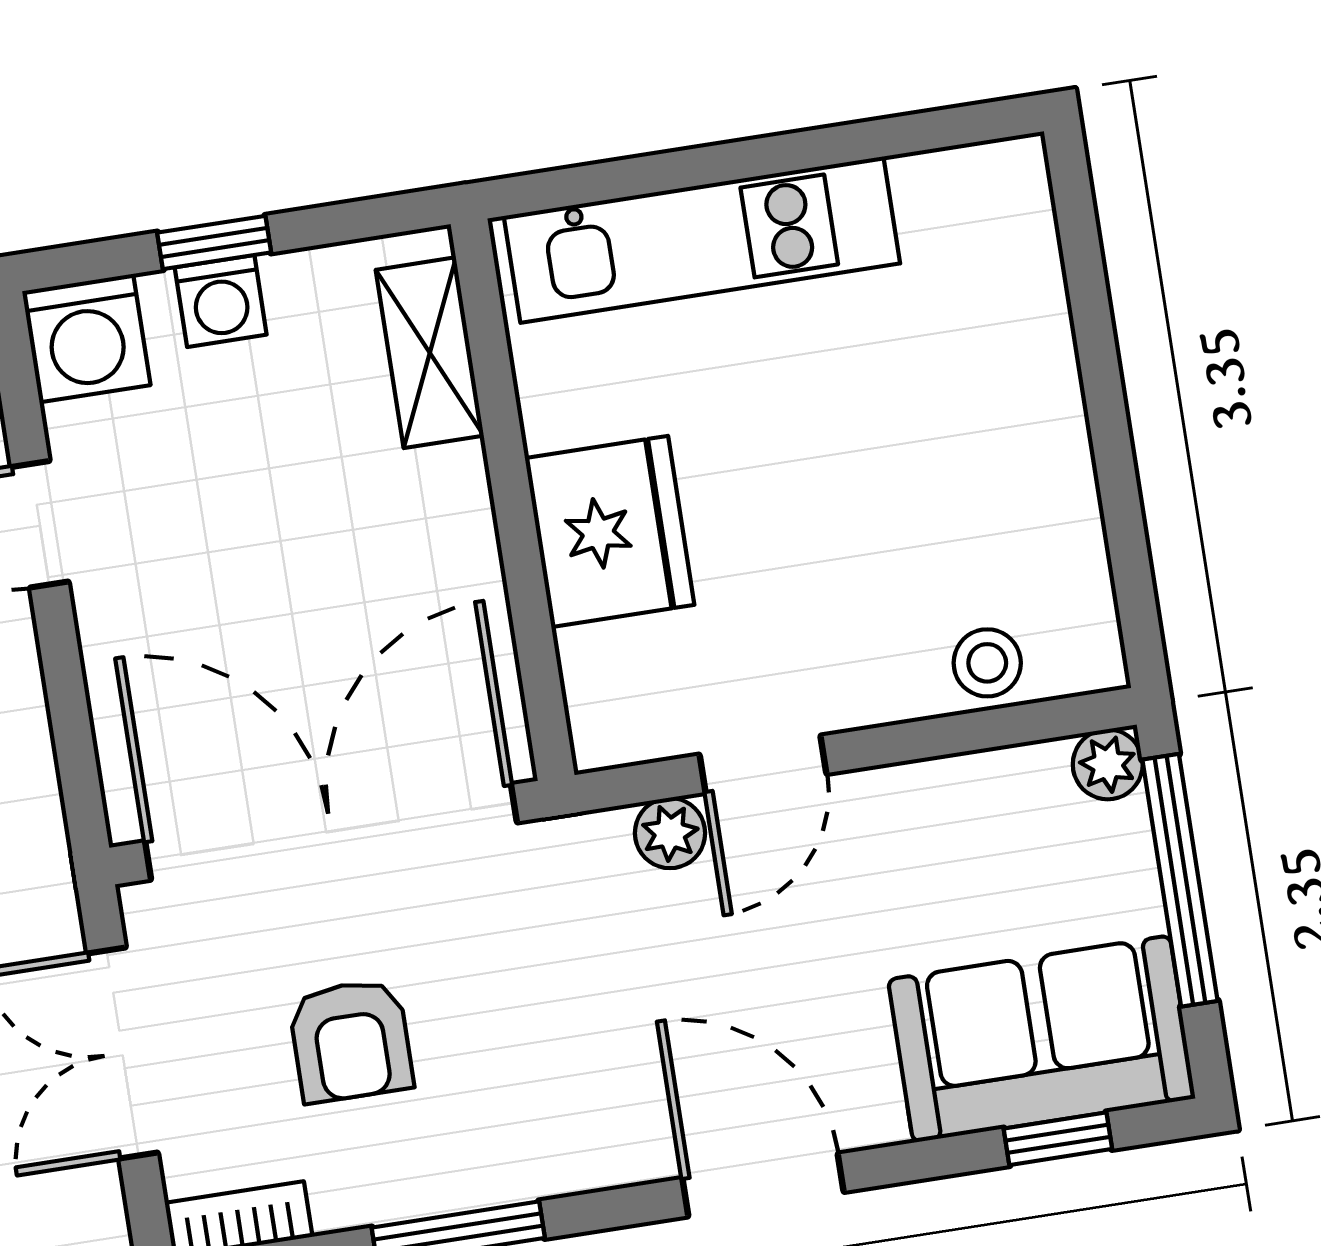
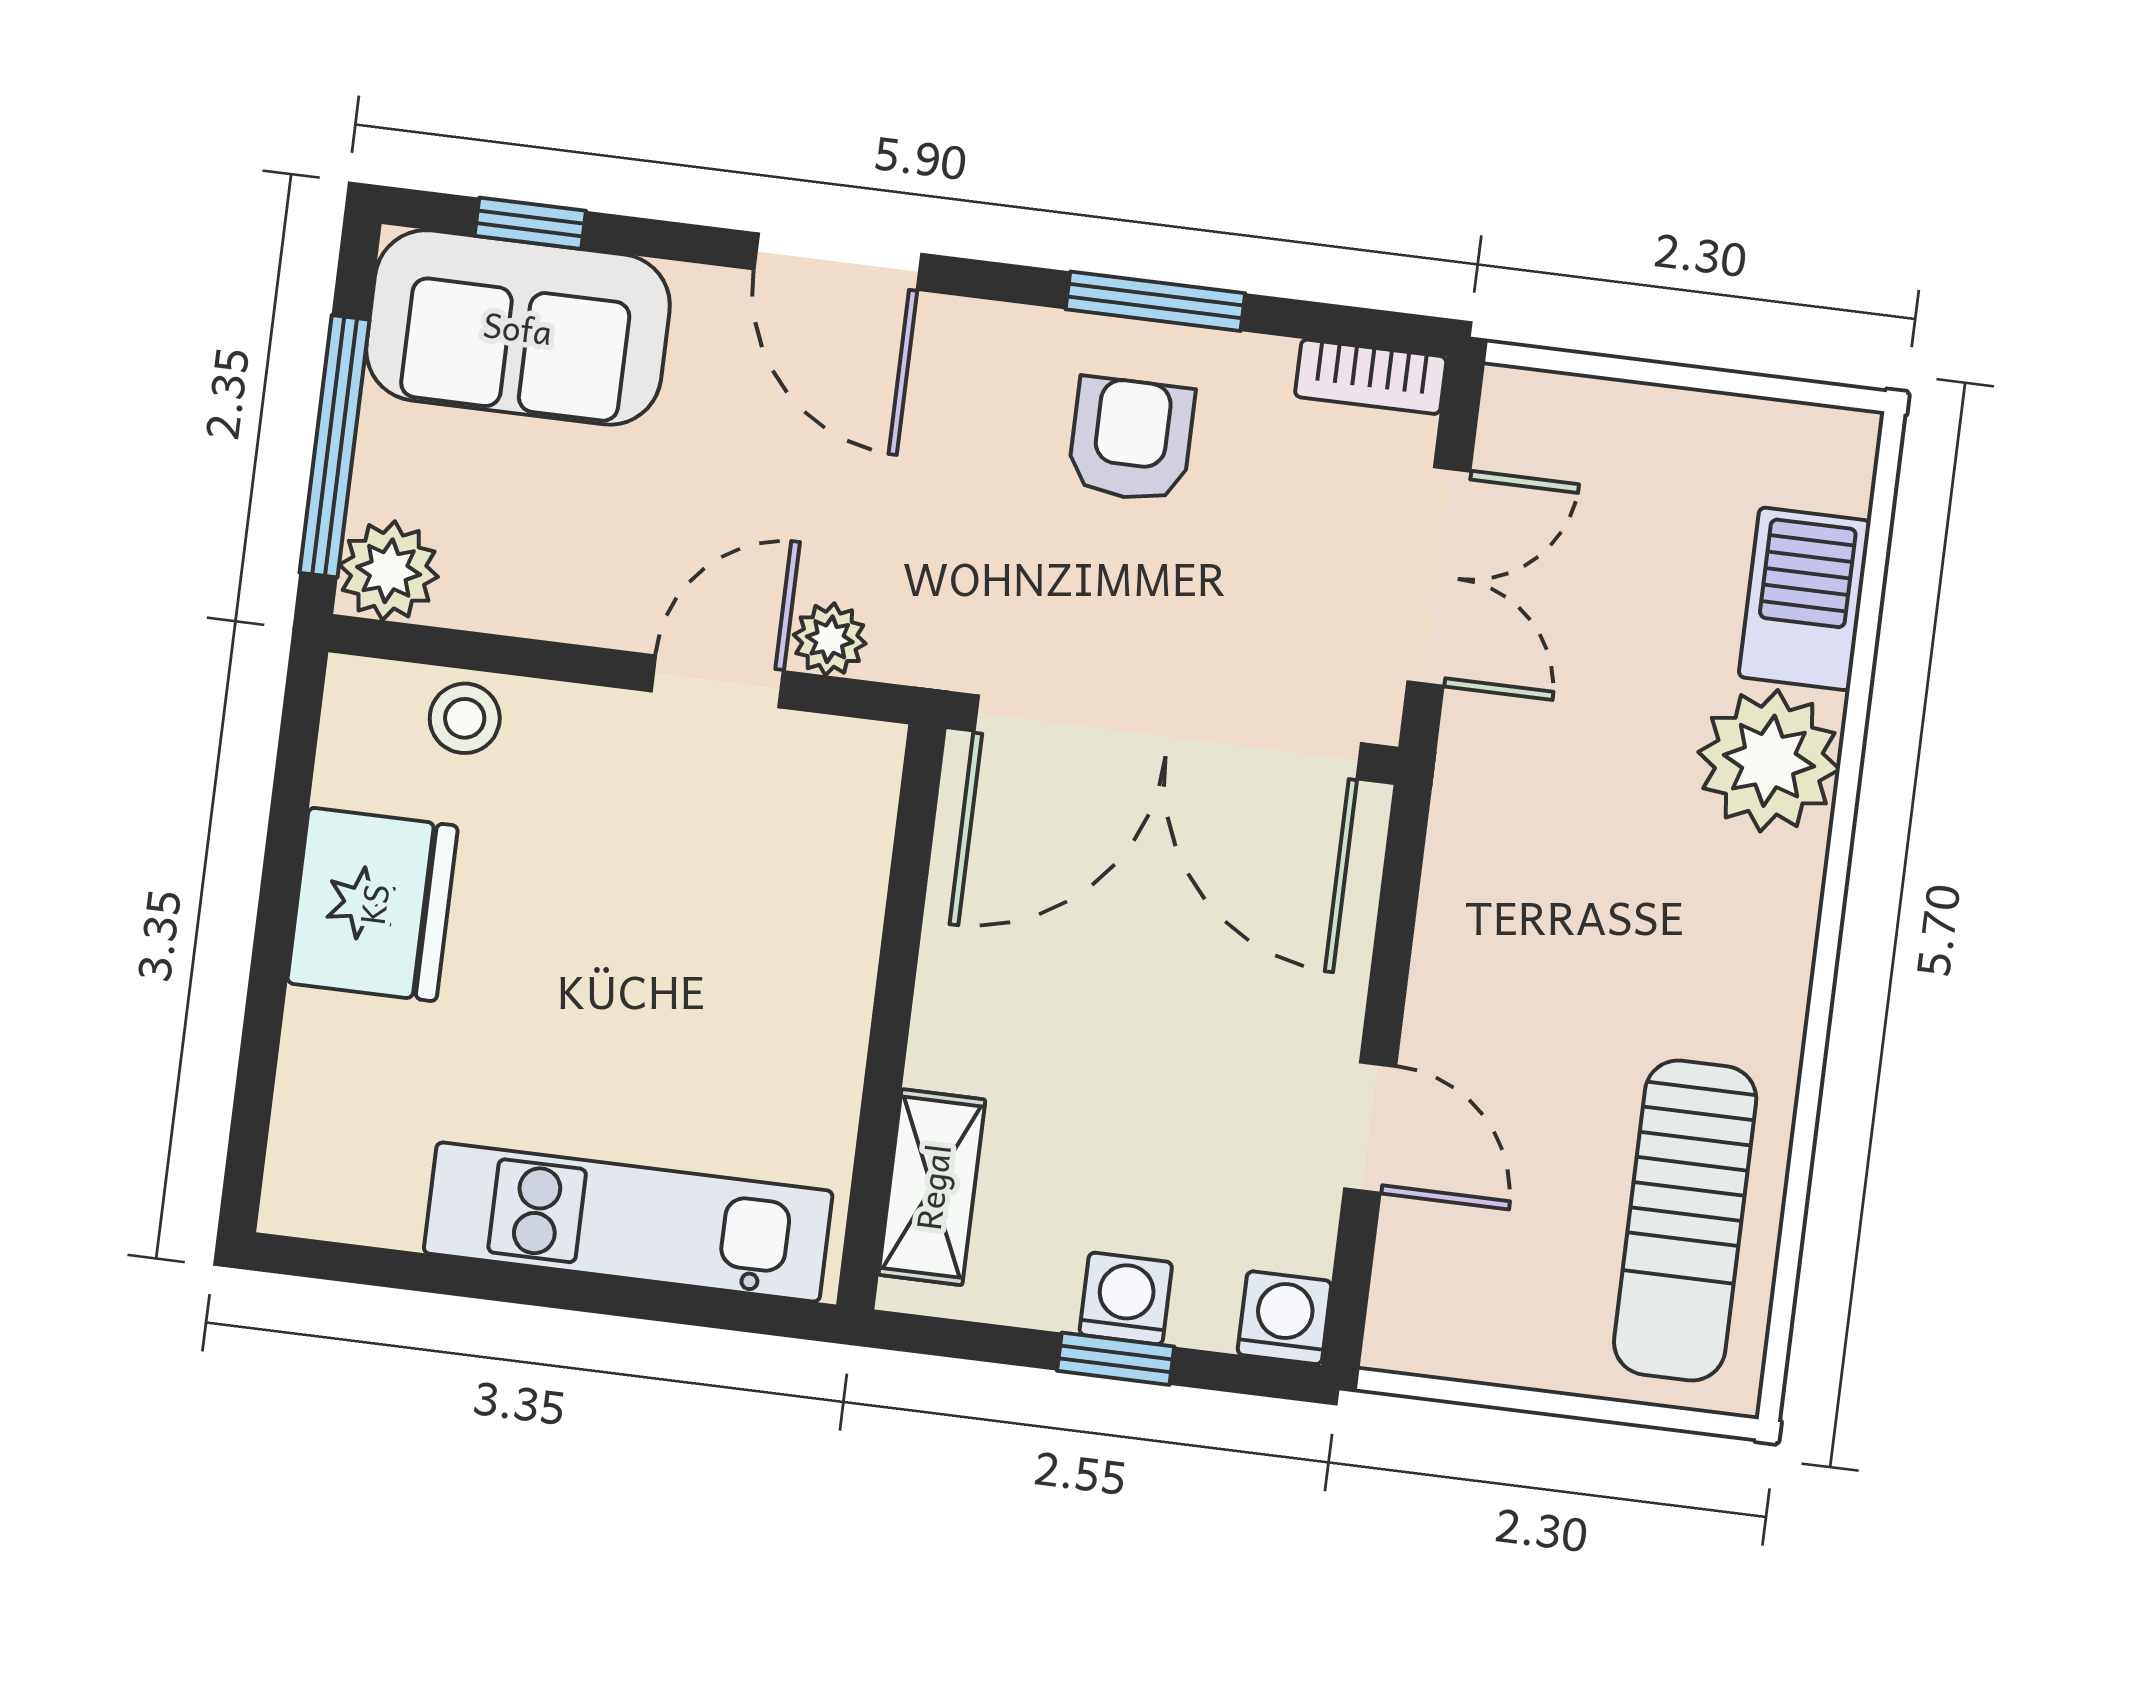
washing machine: (86, 338) -> (1284, 1318), width x0.73, depth x0.73
fridge: (610, 532) -> (373, 904), moved, turned 180
plant: (1108, 764) -> (389, 571), width x1.38, depth x1.38
armchair: (351, 1041) -> (1131, 440), moved

